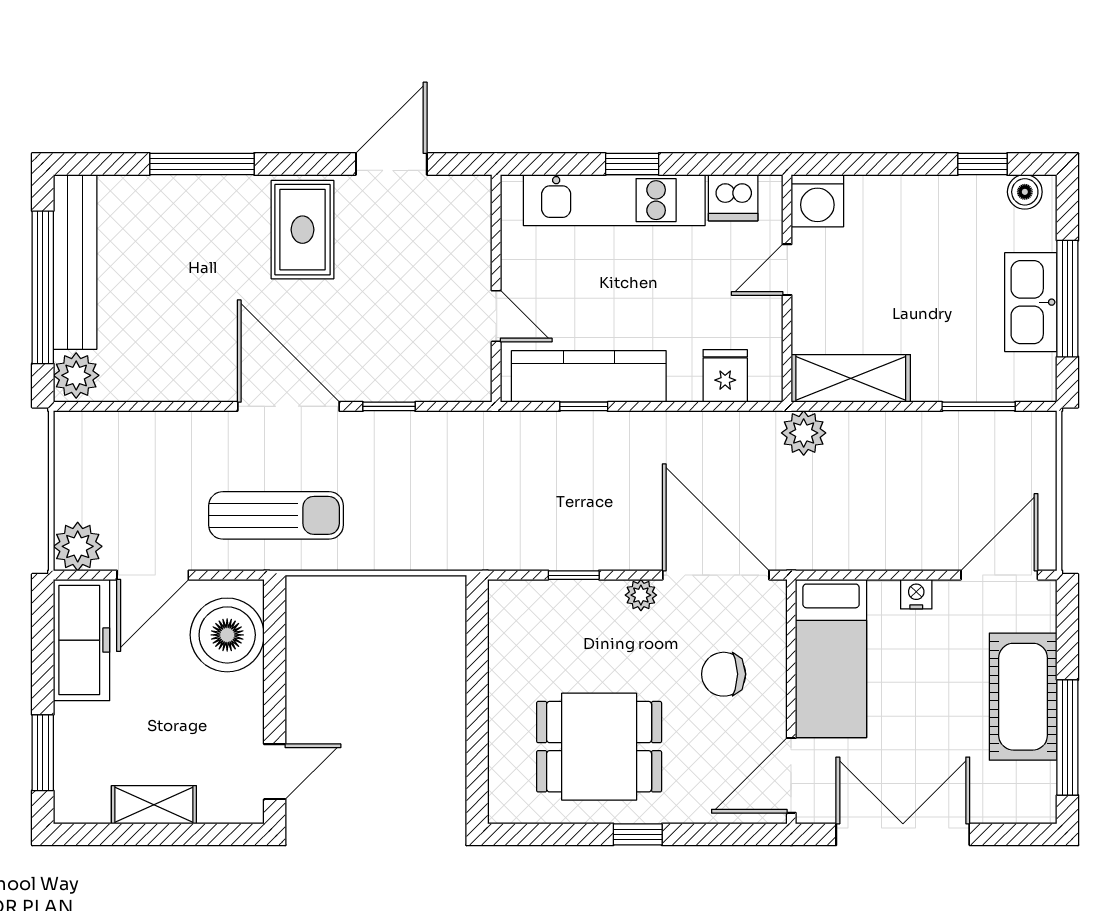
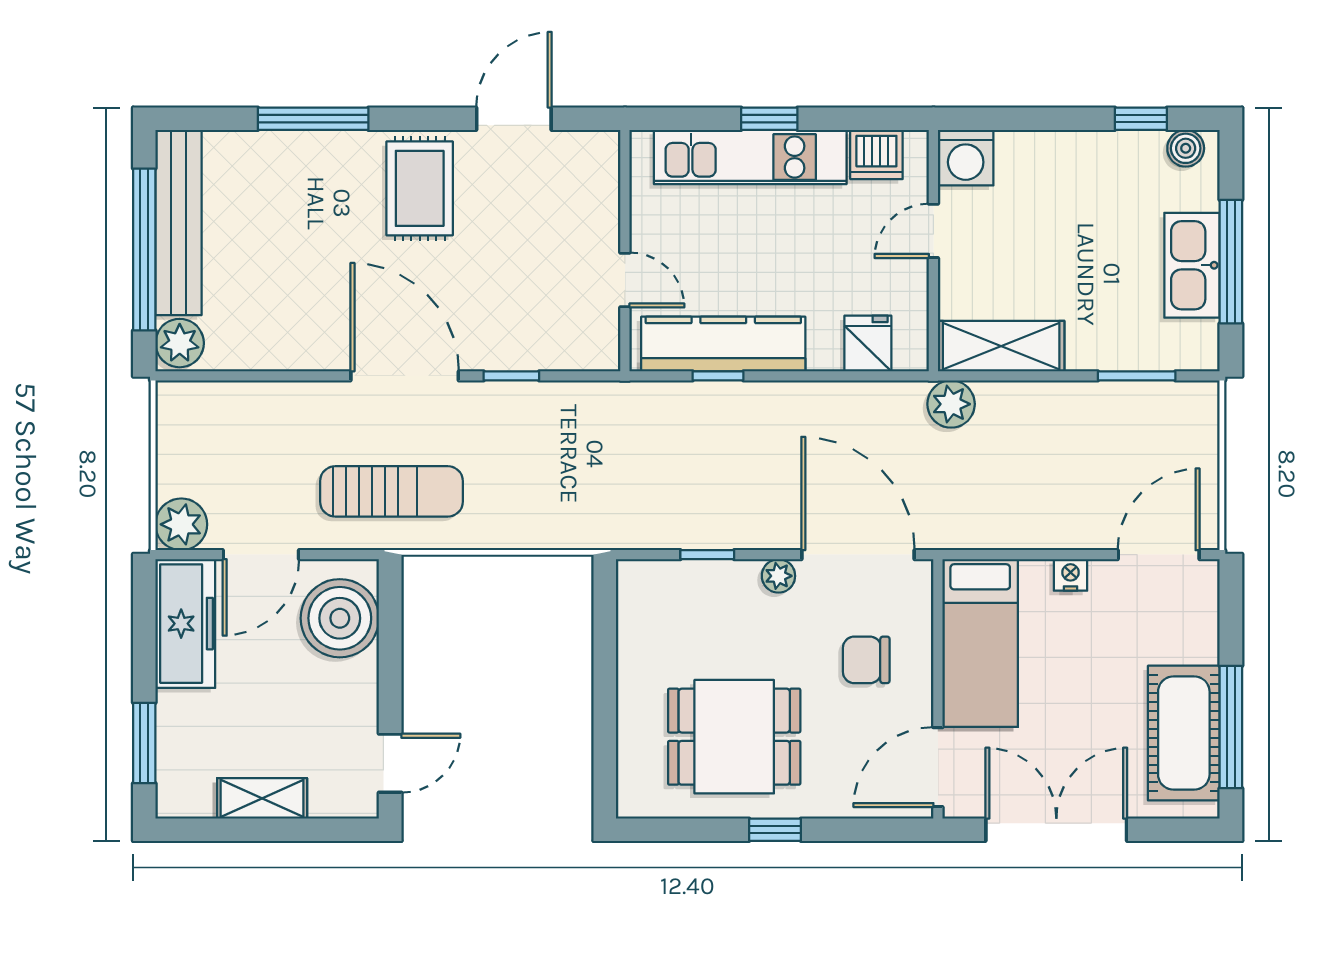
cot: (1023, 697) -> (1184, 733), moved

